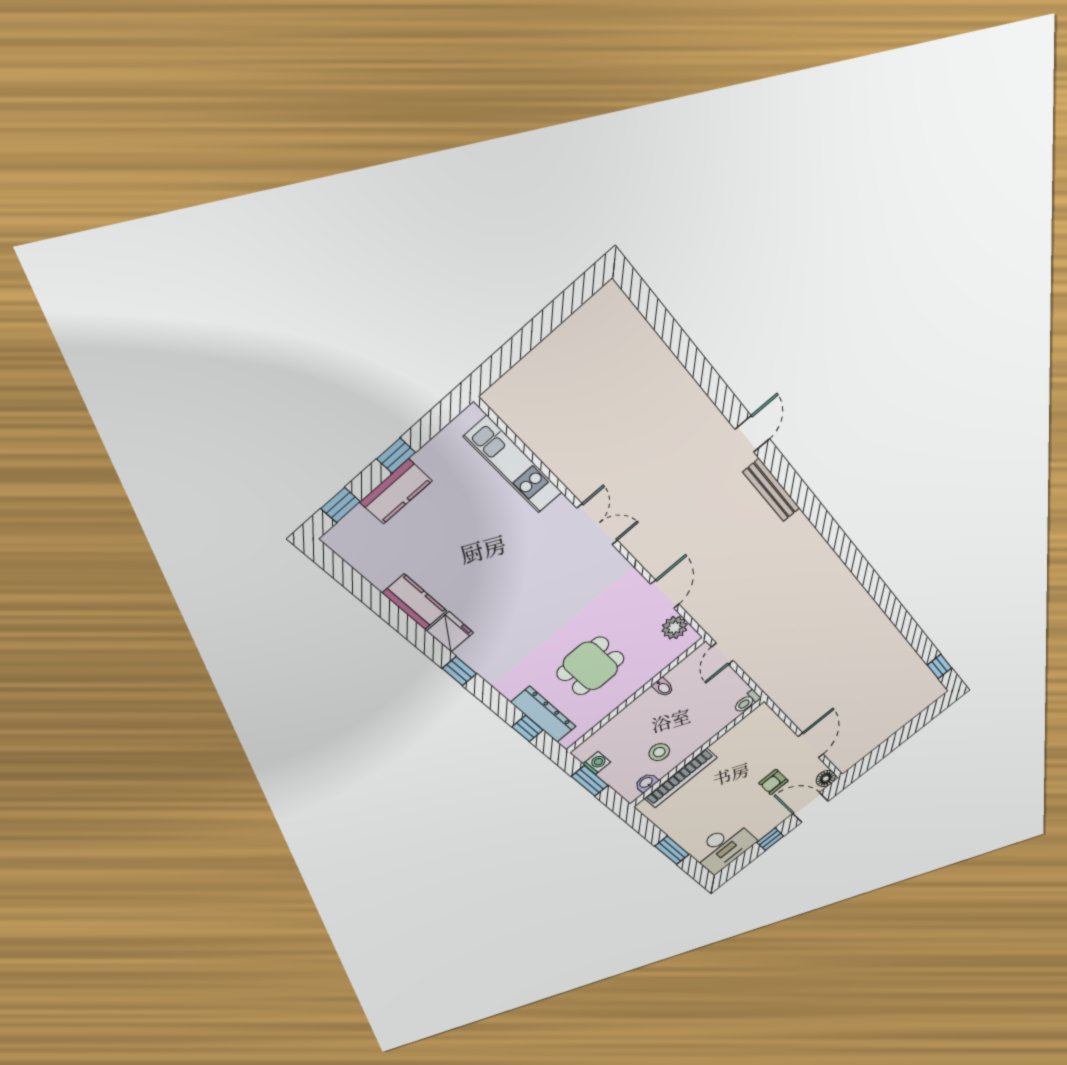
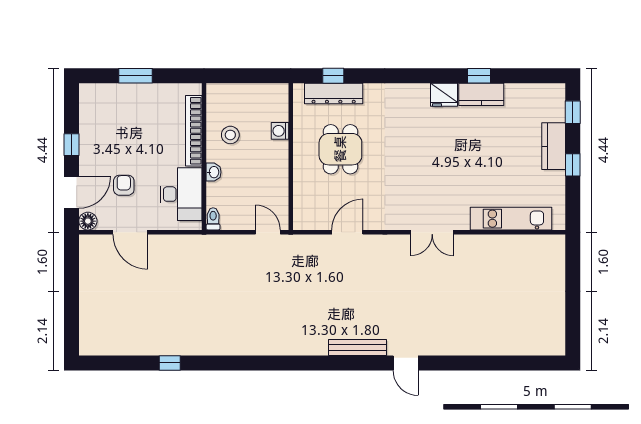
door: (665, 594) -> (347, 232), swing flipped
plant: (675, 628) -> (317, 219), removed
window: (940, 666) -> (170, 363), moved
window: (459, 671) -> (479, 76), moved
bidet: (663, 687) -> (280, 178), removed
washing machine: (597, 763) -> (280, 131), moved, turned 90
window: (590, 781) -> (253, 76), removed
washbasin: (646, 783) -> (214, 172), moved
desk: (724, 847) -> (181, 194), moved, turned 180

